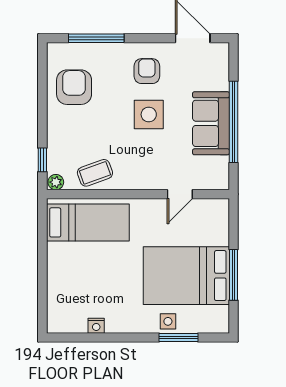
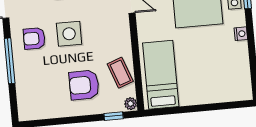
window: (96, 38) -> (10, 61), moved
armchair: (74, 87) -> (84, 85), moved
nightstand: (96, 326) -> (241, 34), moved

